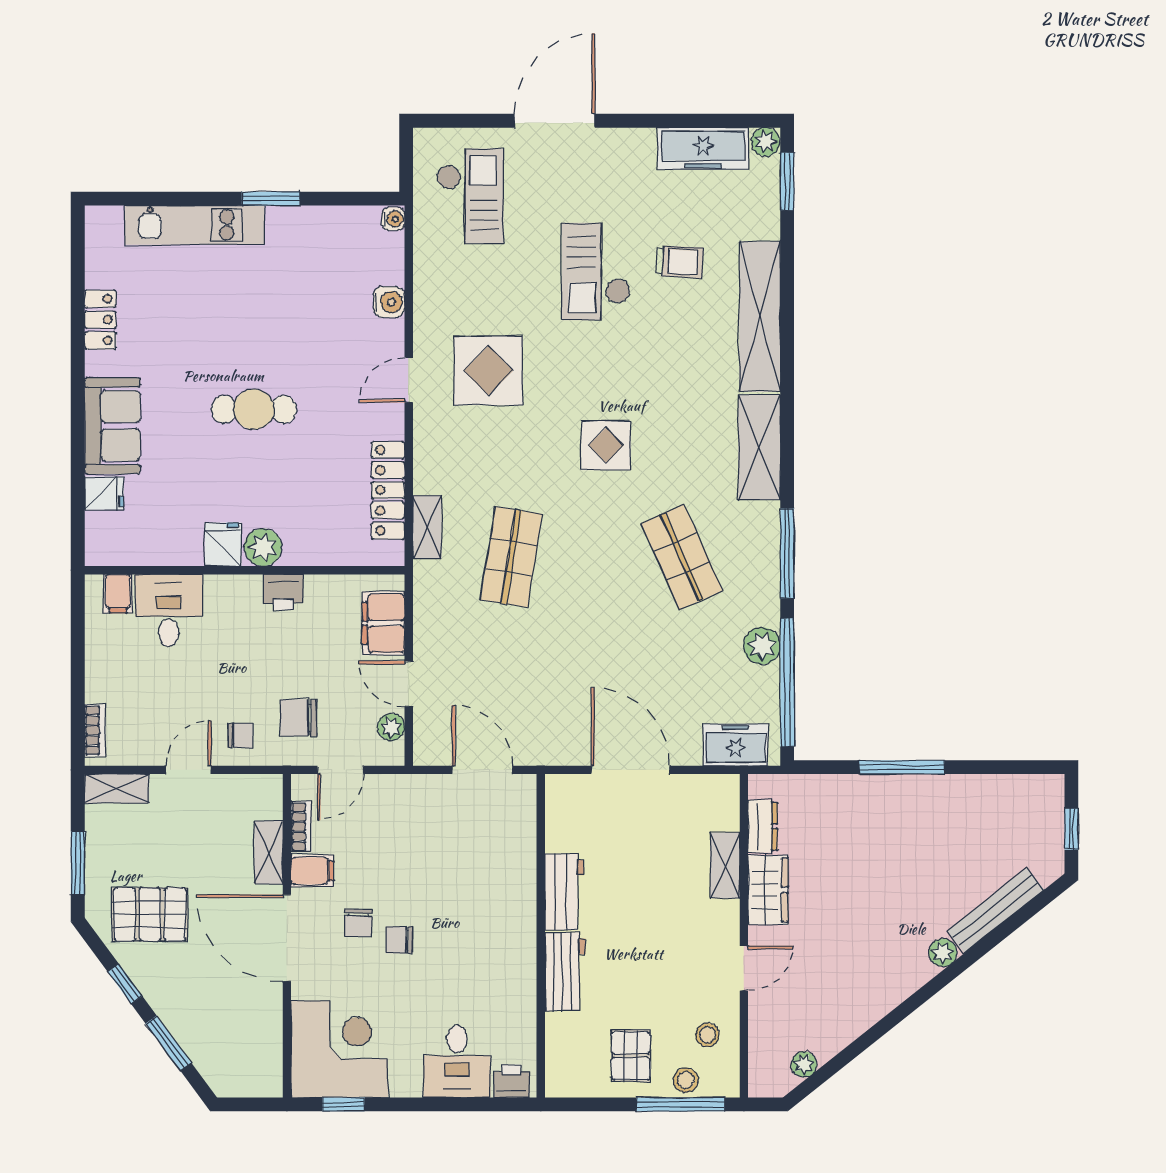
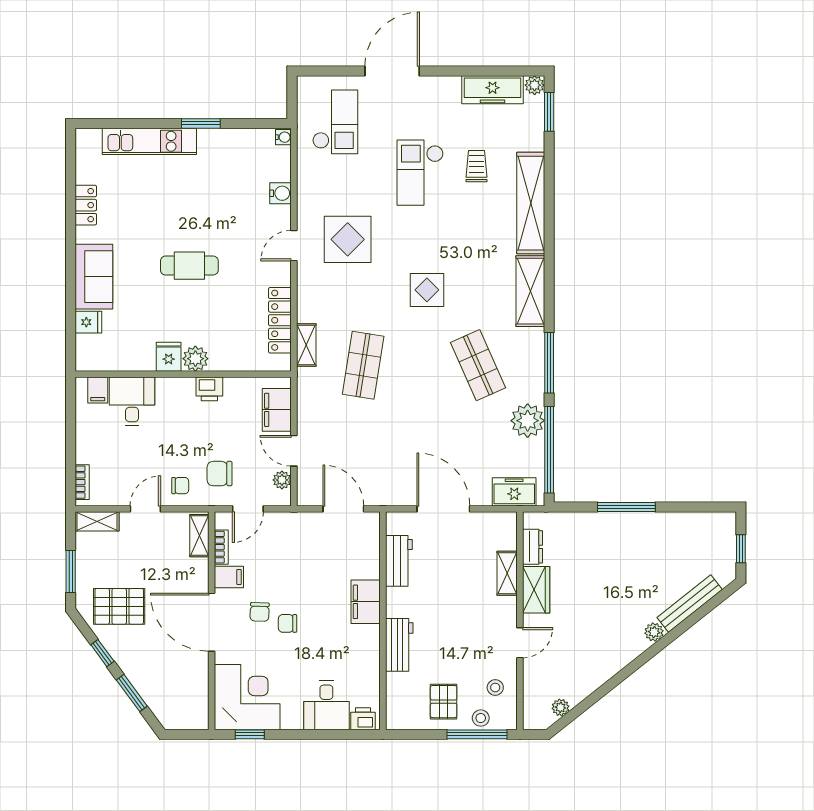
trolley: (679, 262) -> (476, 166), turned -93
plant: (762, 646) -> (528, 421), width x1.36, depth x1.36
shelving: (269, 852) -> (199, 536), moved
workbench: (564, 892) -> (399, 561), moved
filing cabinet: (515, 908) -> (366, 602), added

